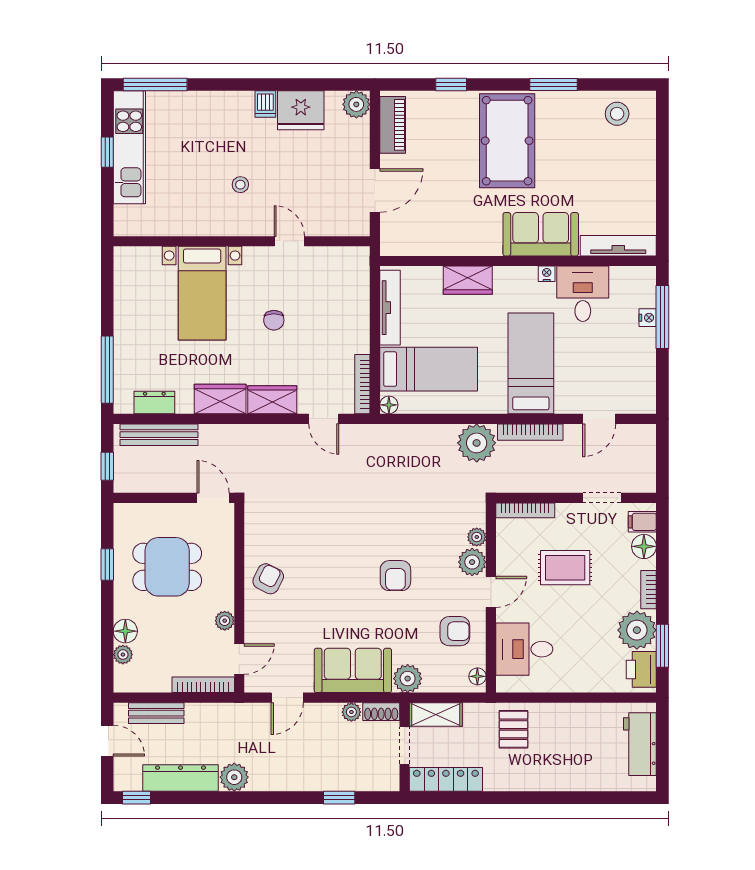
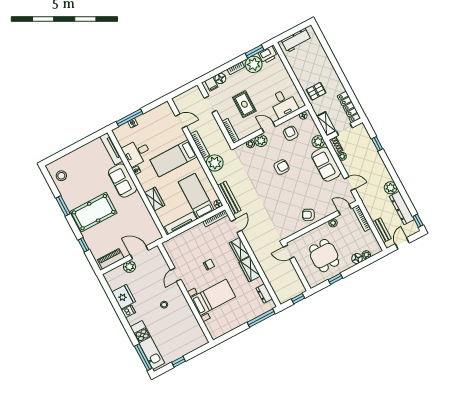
plant: (356, 104) -> (129, 267), moved
kitchen unit: (129, 147) -> (147, 345), moved, turned 90
bench: (159, 435) -> (229, 198), moved
door: (213, 498) -> (289, 252), hinge flipped

